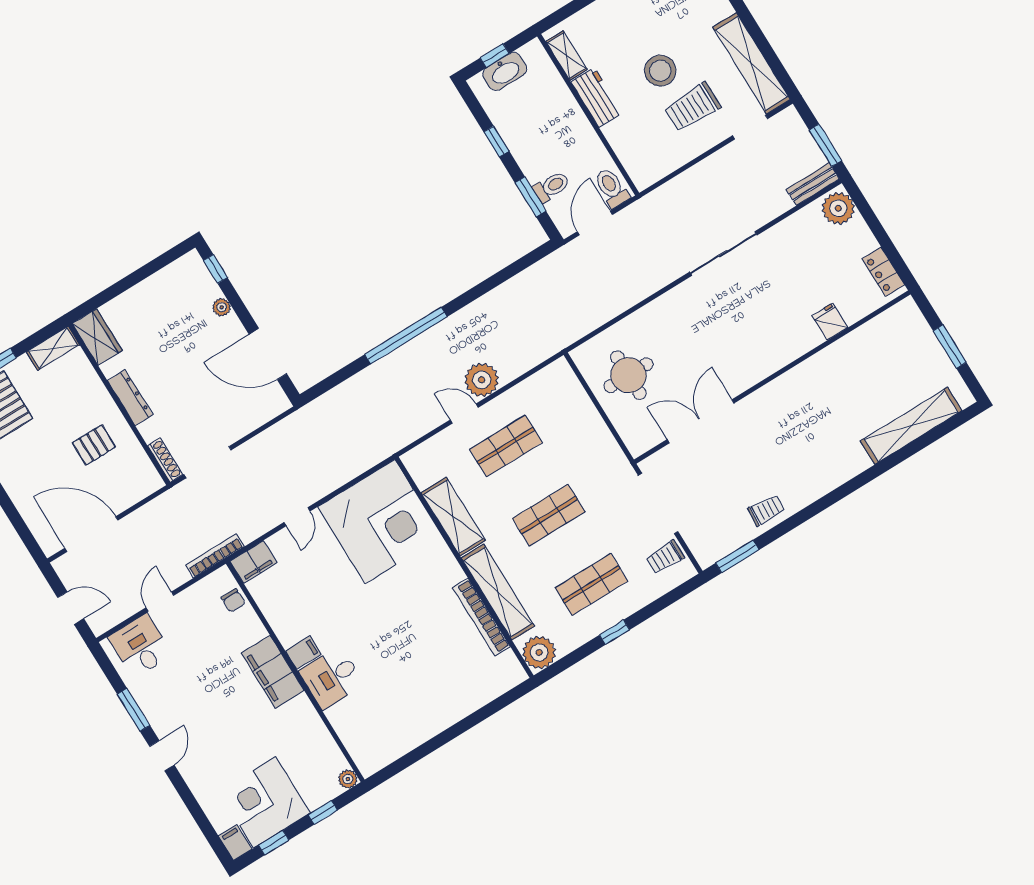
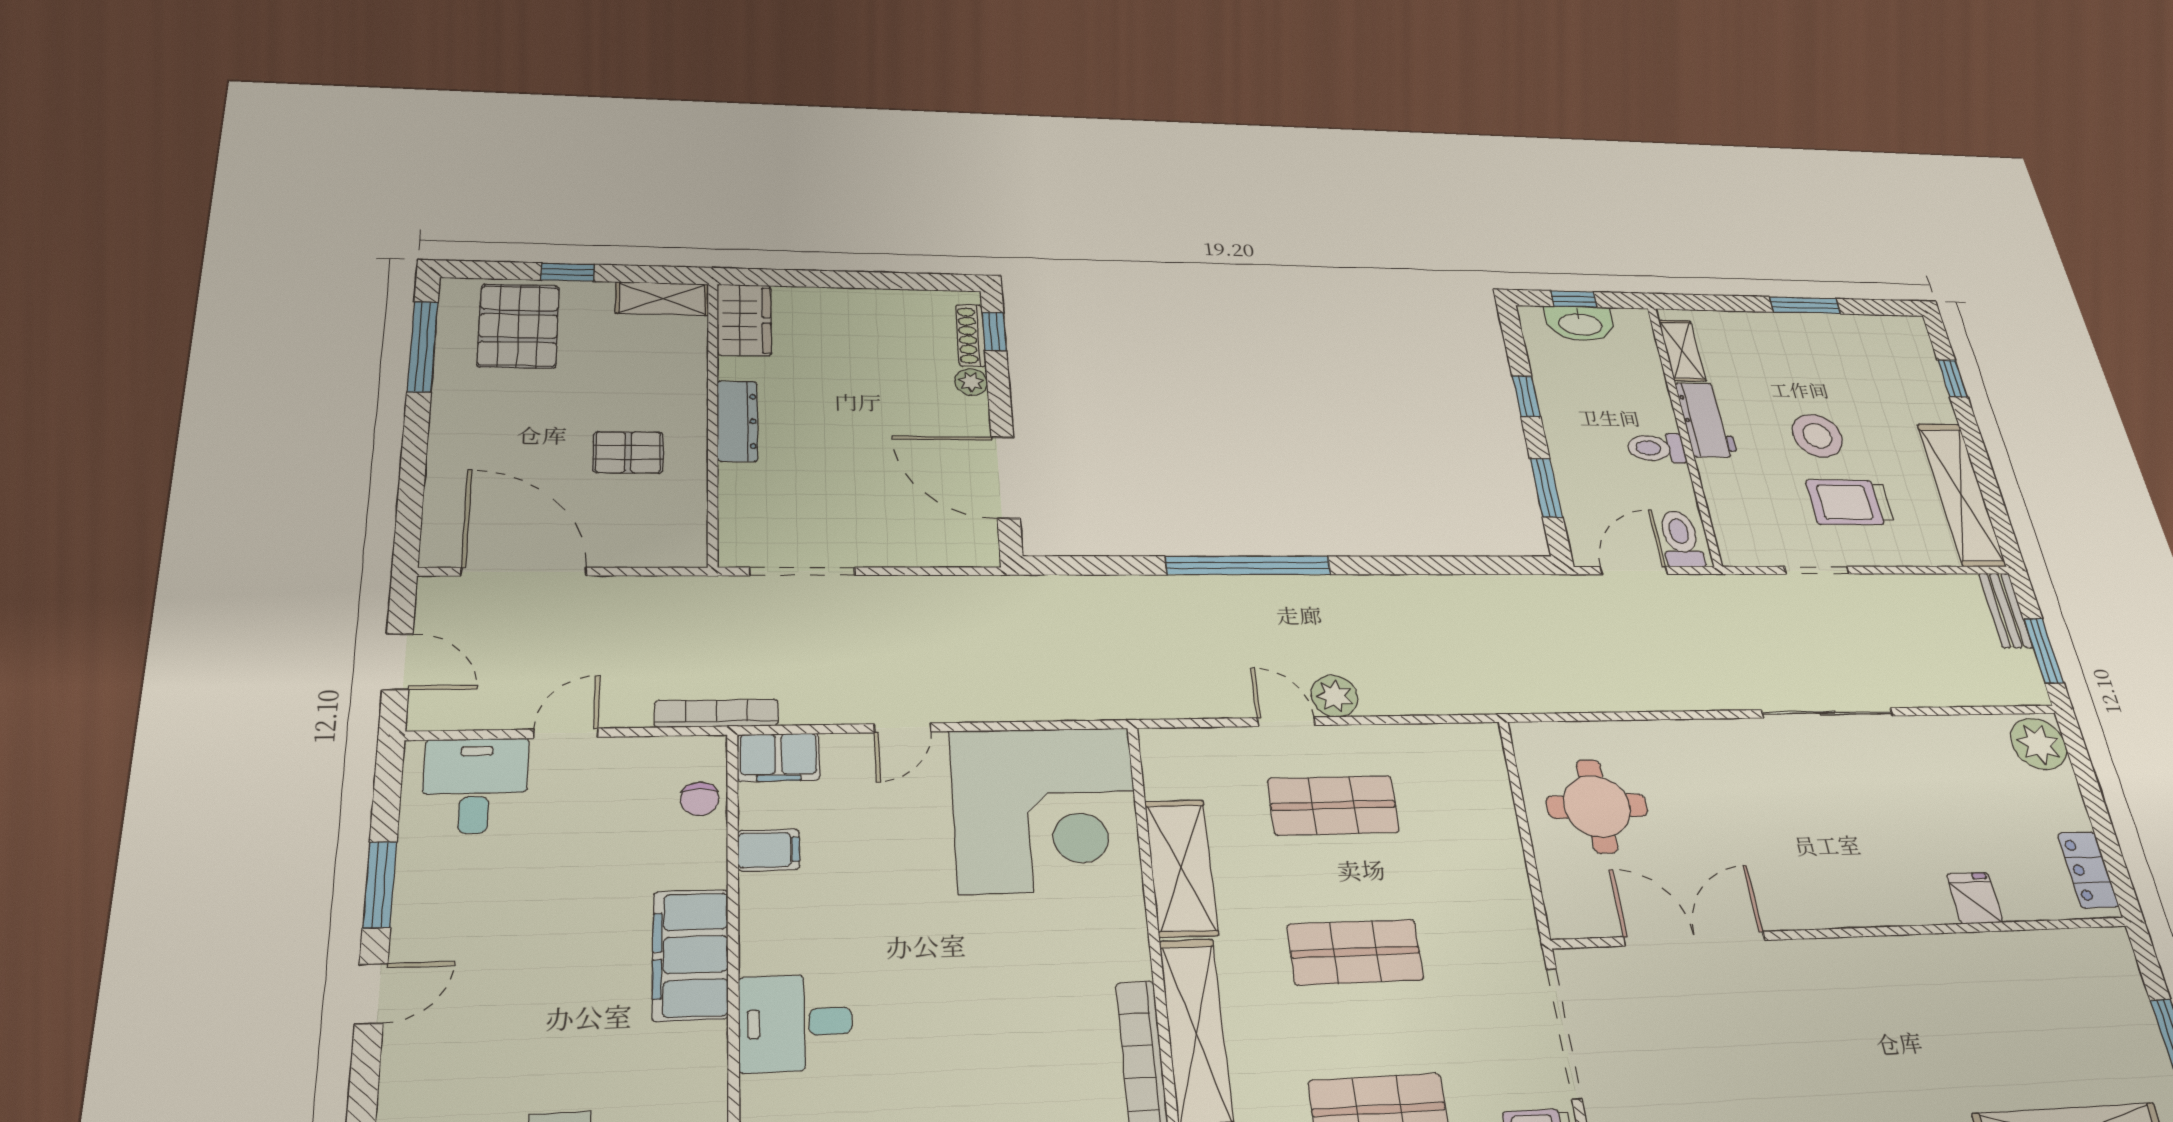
doorway: (750, 127) -> (1817, 570), moved
bench: (813, 184) -> (2006, 610), moved, turned 90
toilet: (551, 187) -> (1656, 448), moved, turned 180
plant: (482, 380) -> (1334, 696), width x0.73, depth x0.73
shoe rack: (165, 460) -> (971, 335), moved, turned 180
filing cabinet: (303, 653) -> (769, 850), moved

